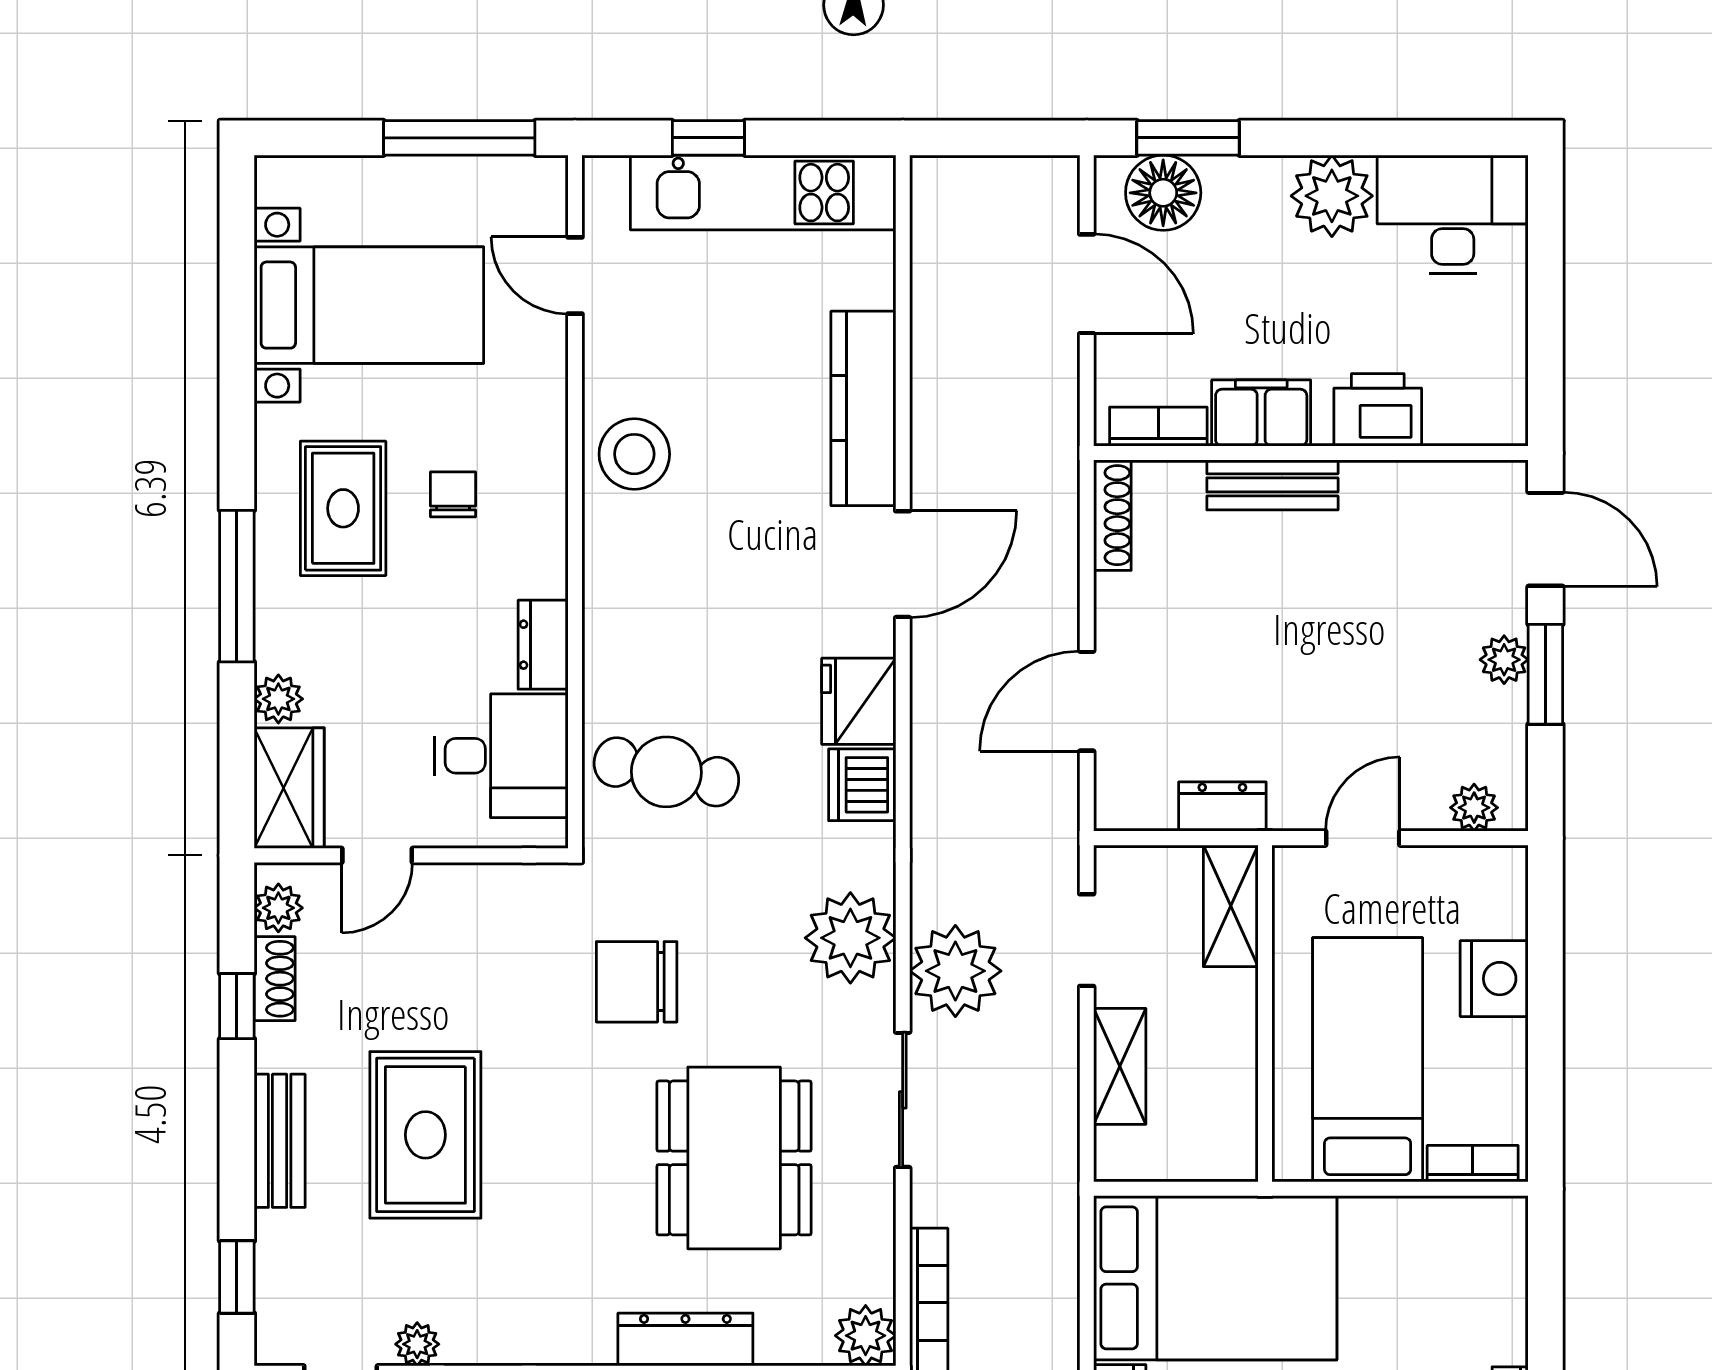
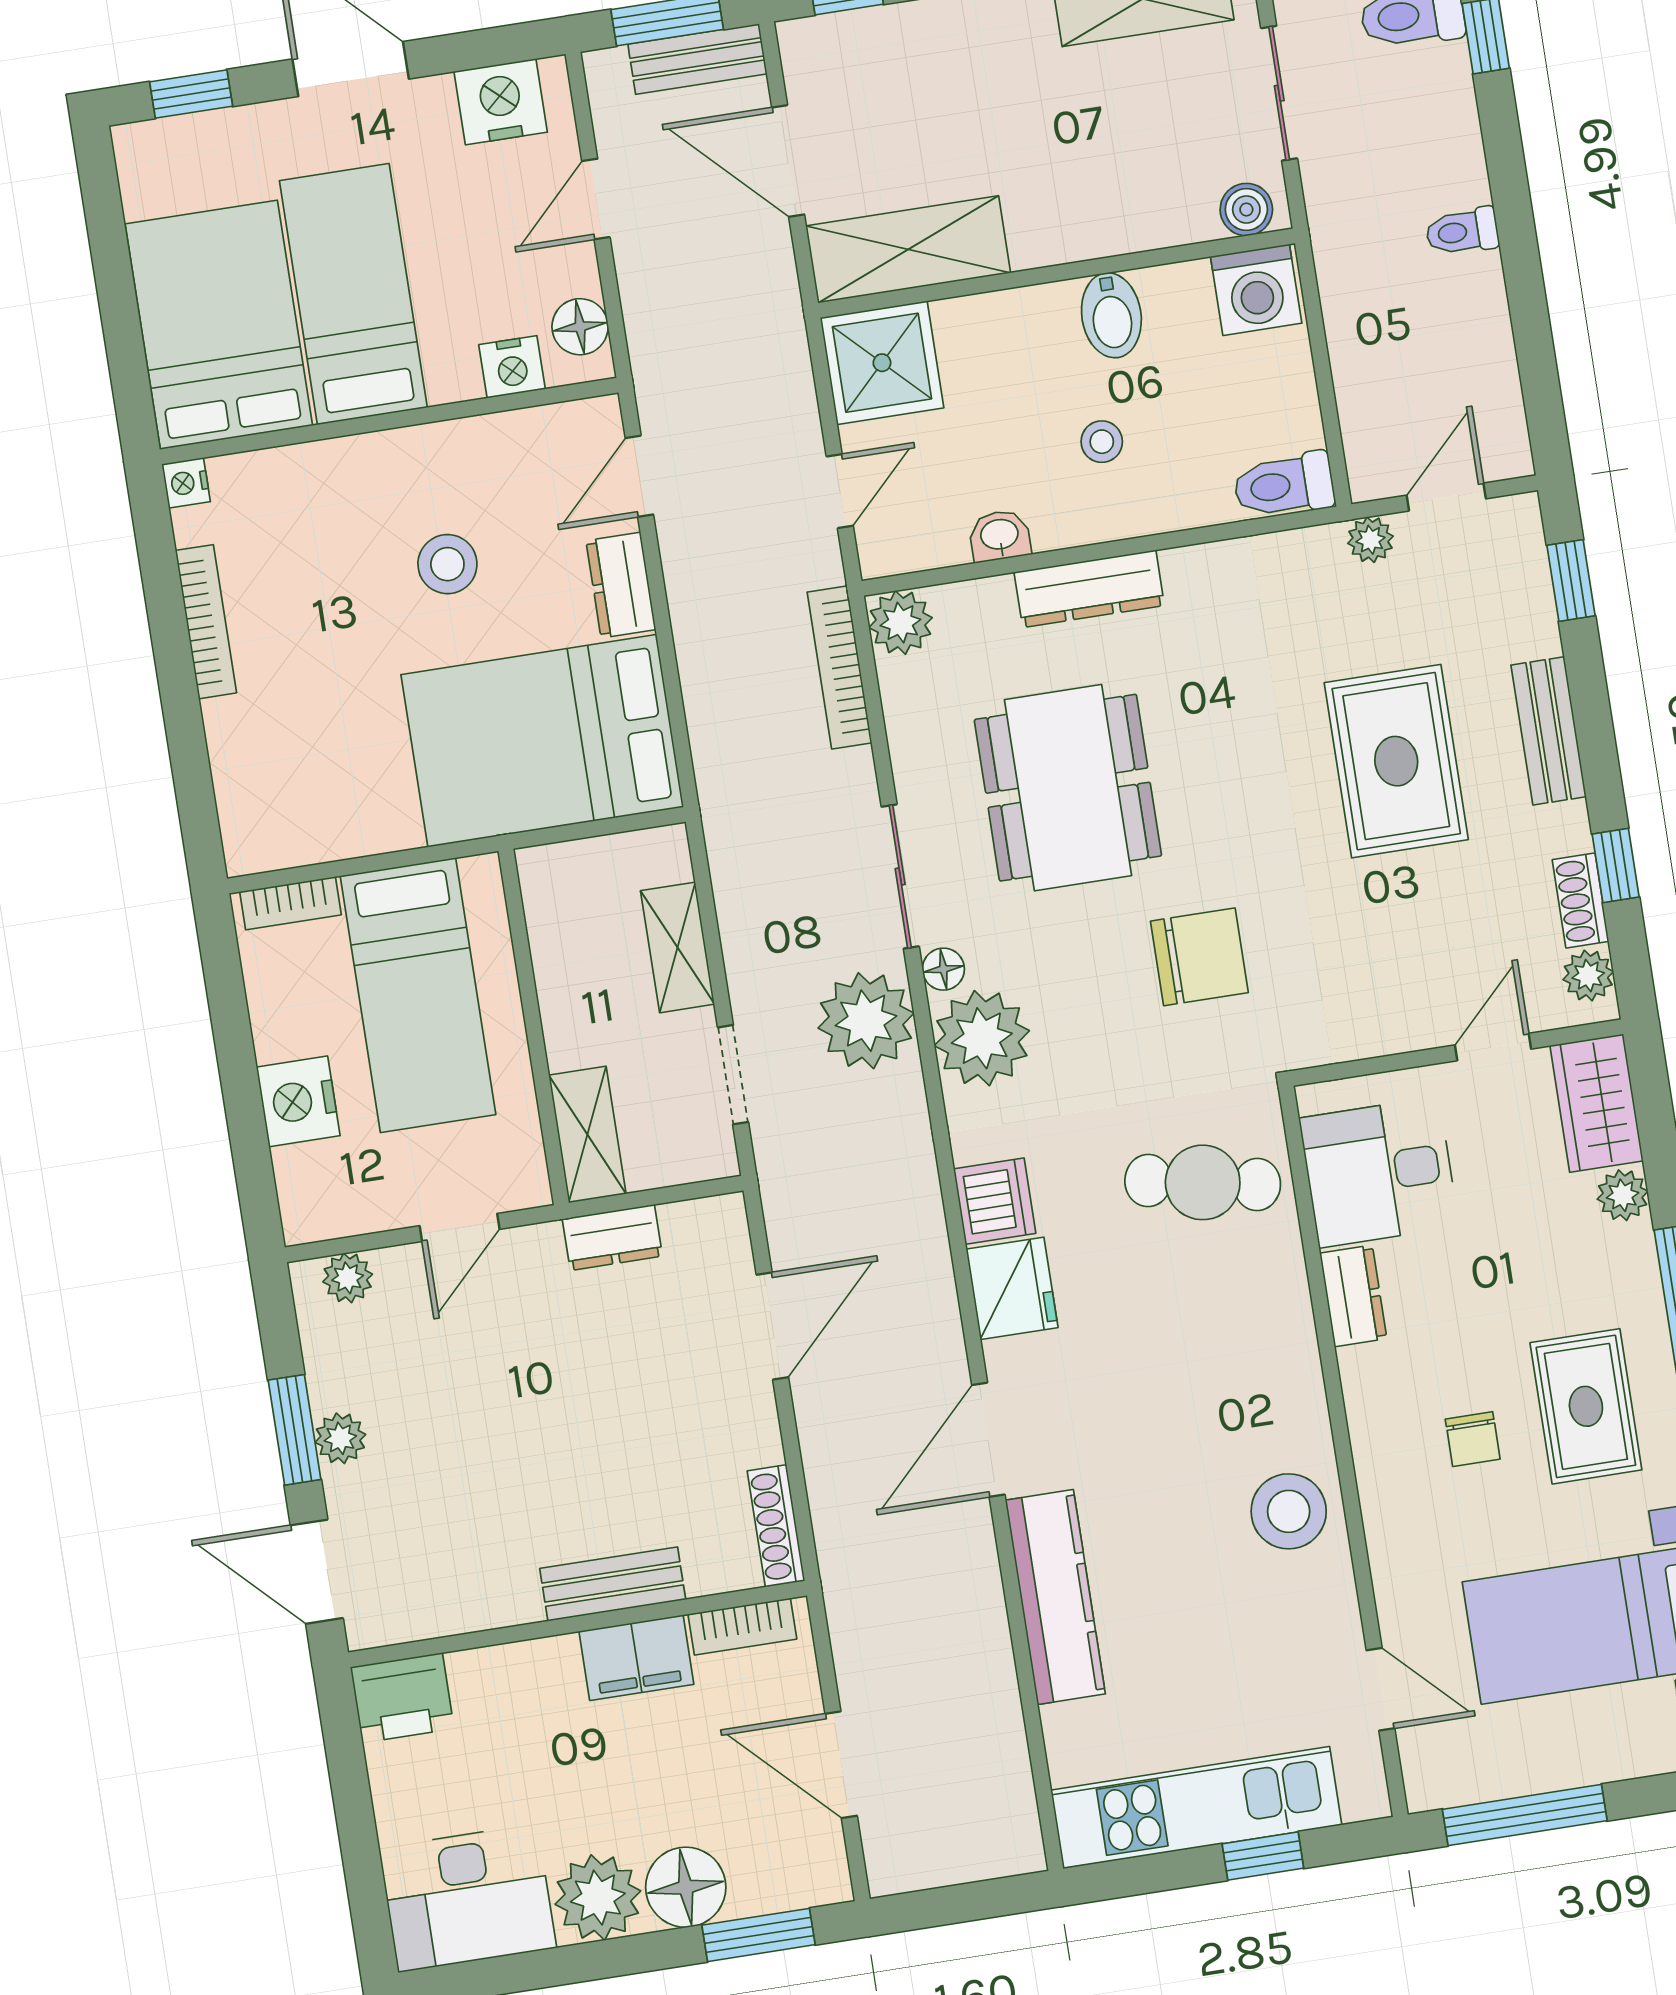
floor lamp: (1163, 193) -> (686, 1887), moved
printer: (1378, 410) -> (402, 1698), moved
floor lamp: (876, 1008) -> (943, 969), added

